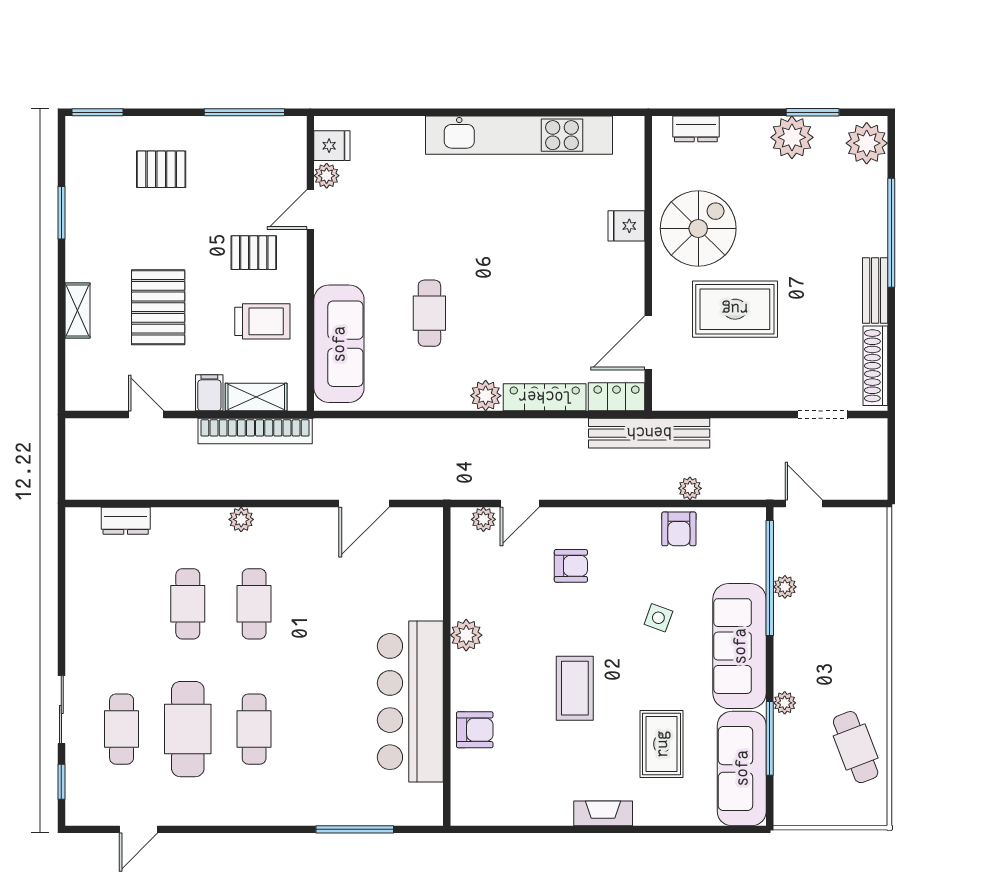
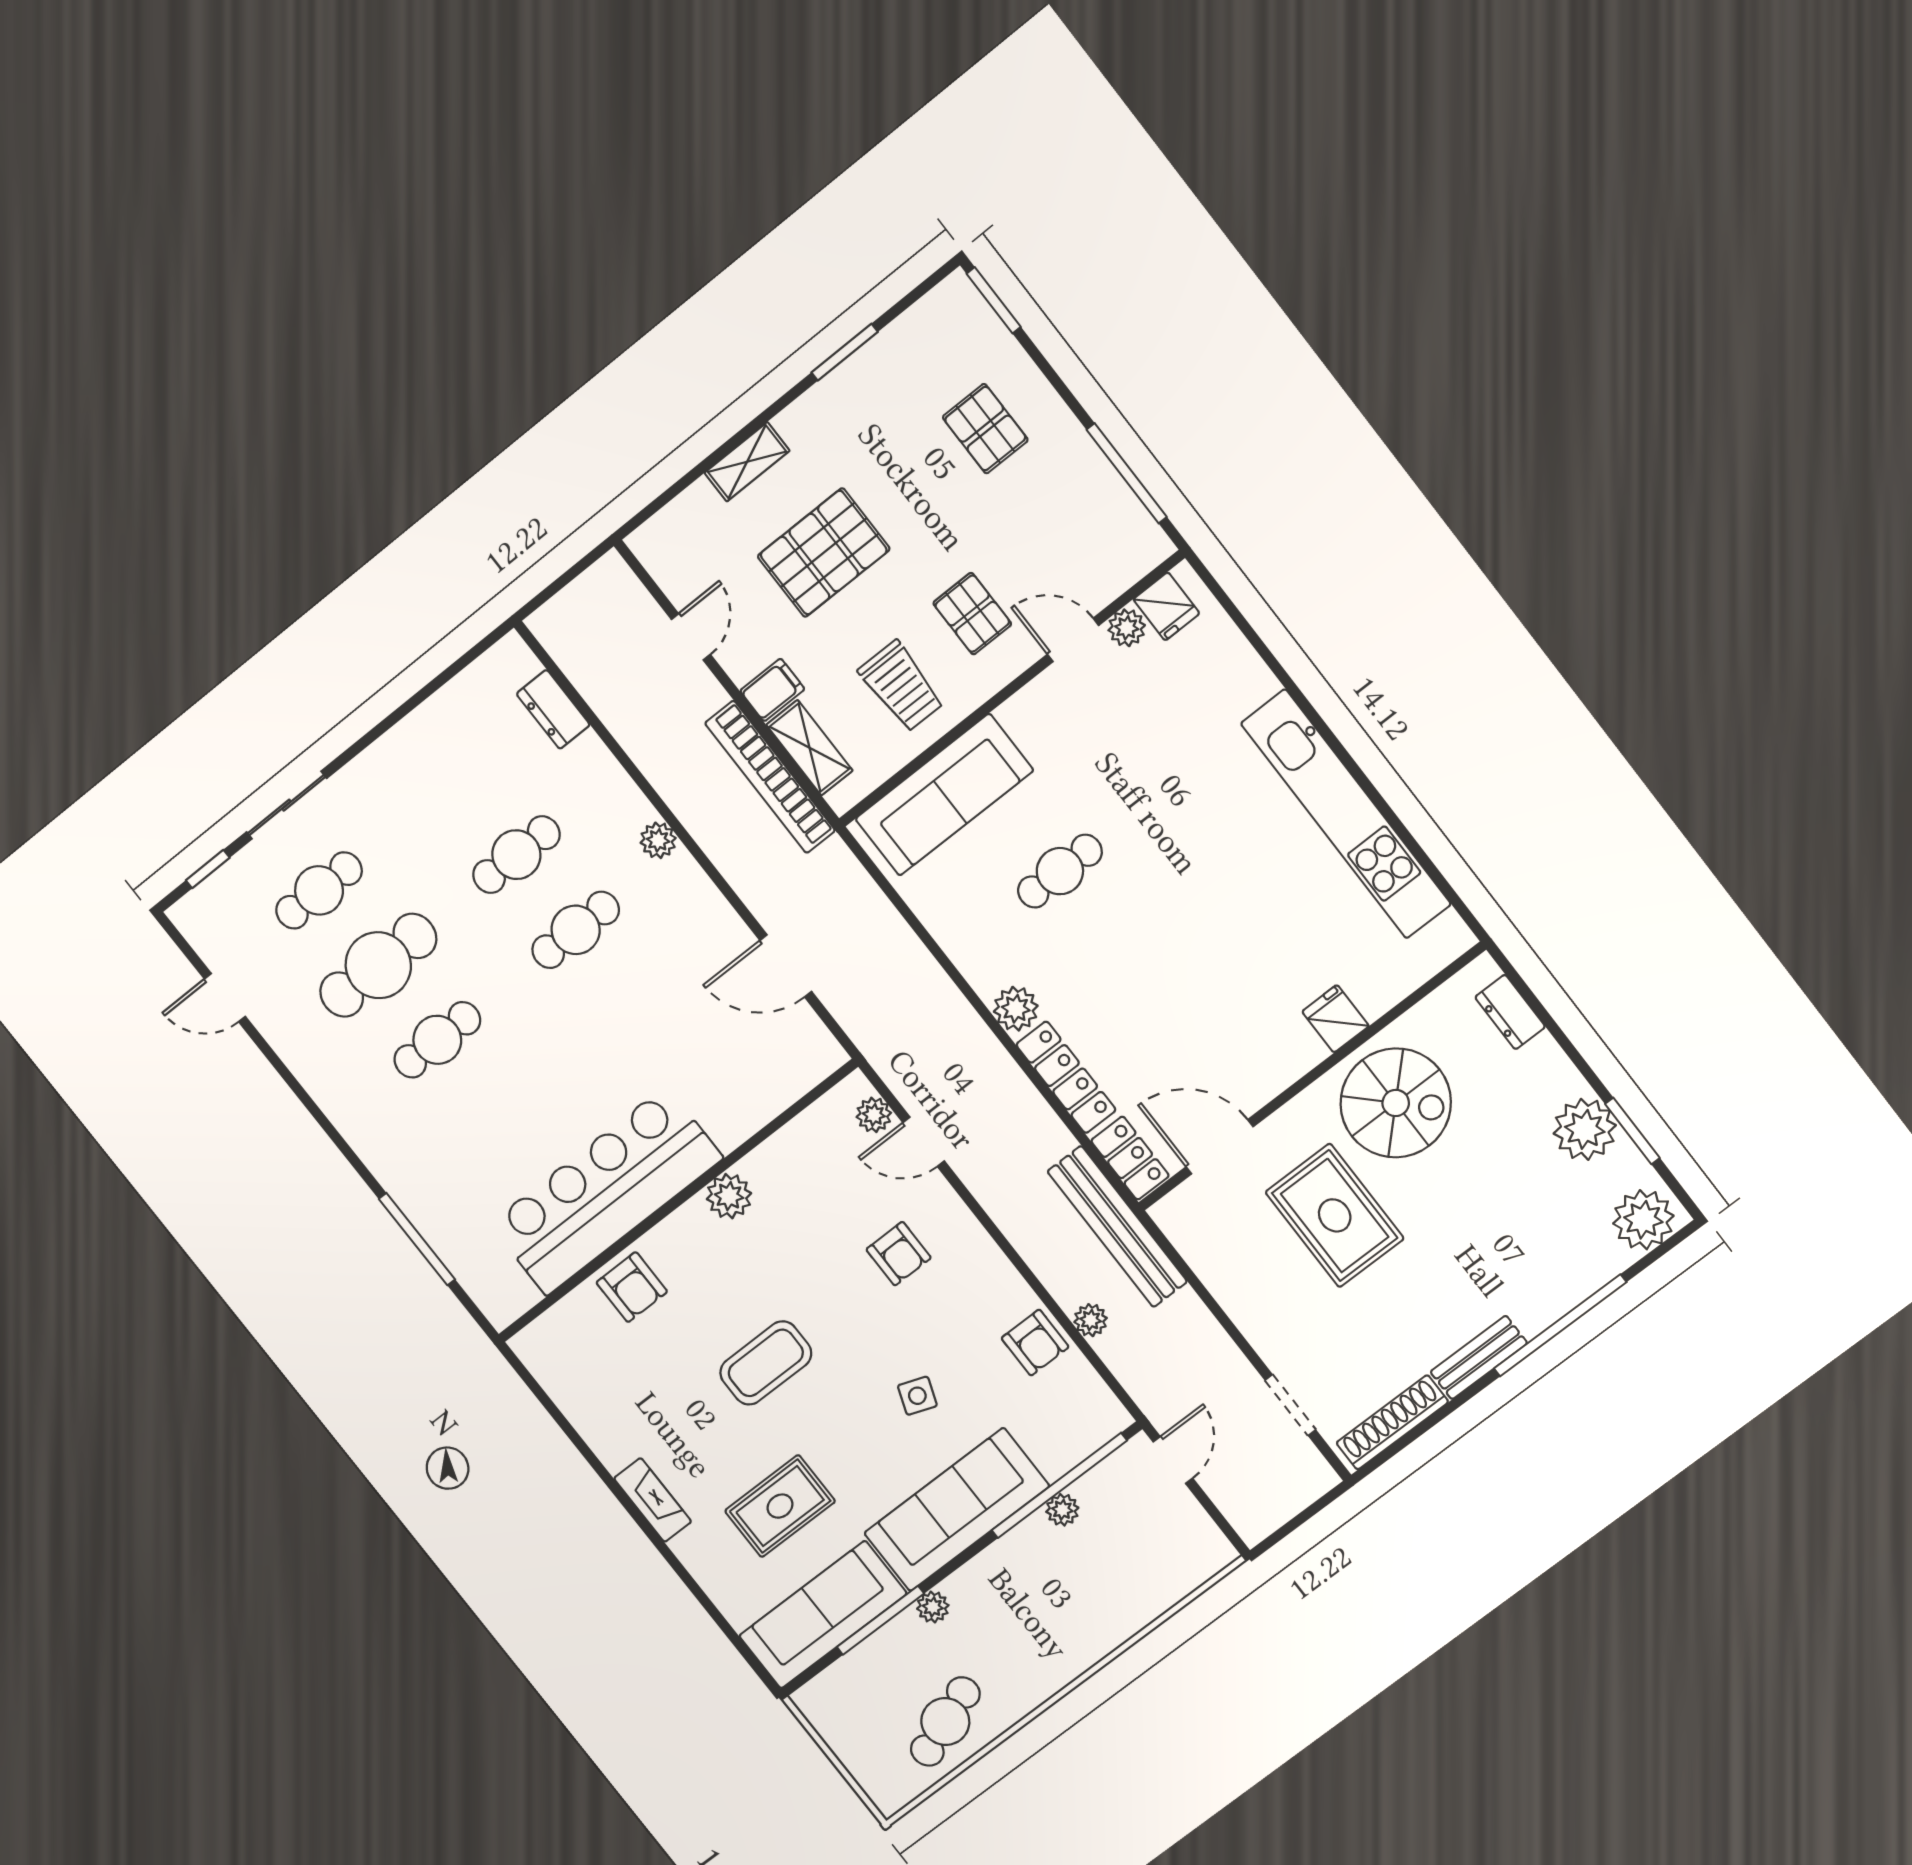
armchair: (679, 529) -> (1035, 1343), turned -90

